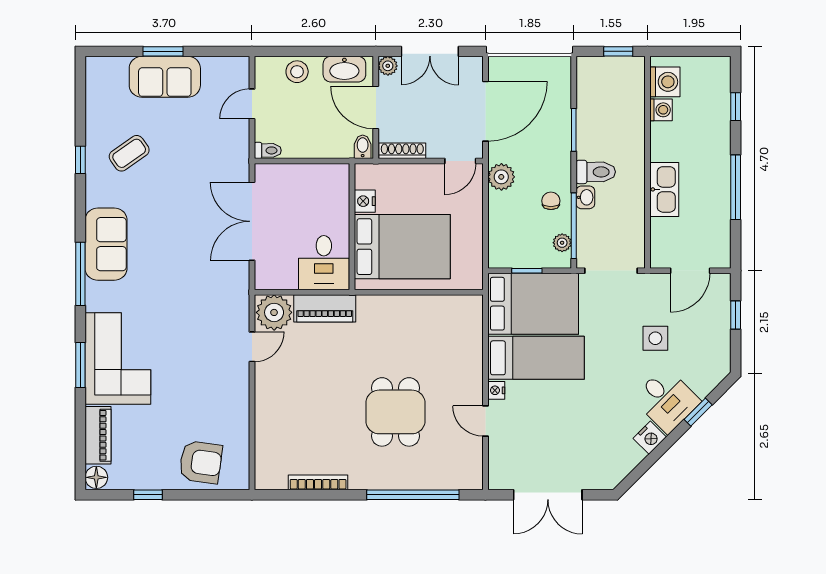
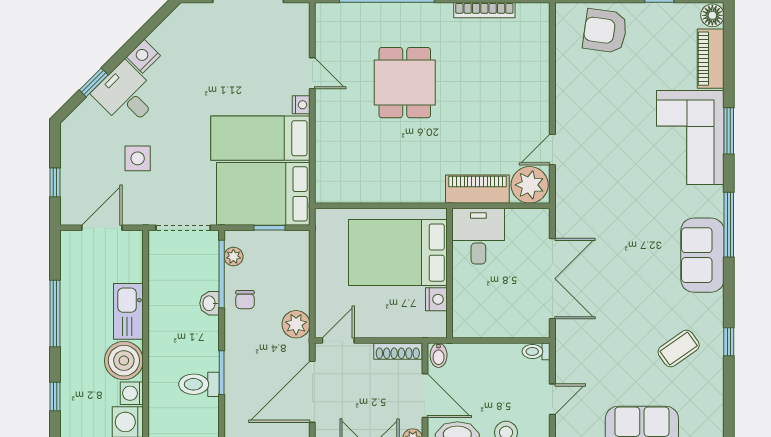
boiler: (669, 142) -> (124, 361), added
toilet: (596, 172) -> (199, 384), moved

